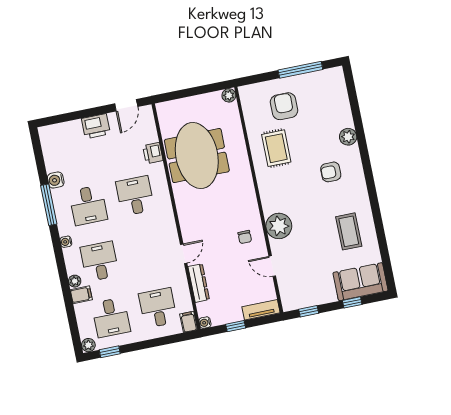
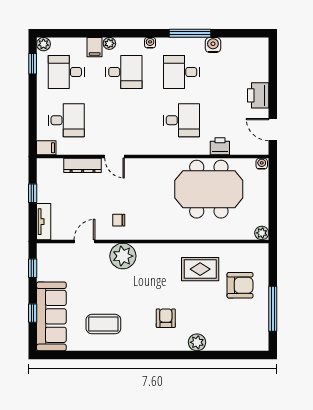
sofa: (361, 282) -> (51, 316), width x1.36
water cooler: (205, 323) -> (262, 164), moved

